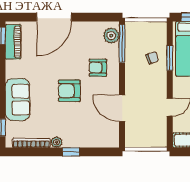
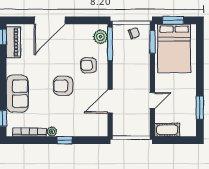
chair: (152, 58) -> (134, 33), moved
window: (170, 58) -> (152, 42), moved
door: (122, 108) -> (110, 101), hinge flipped

